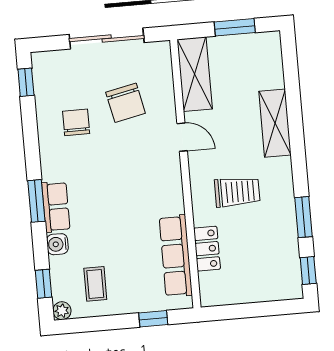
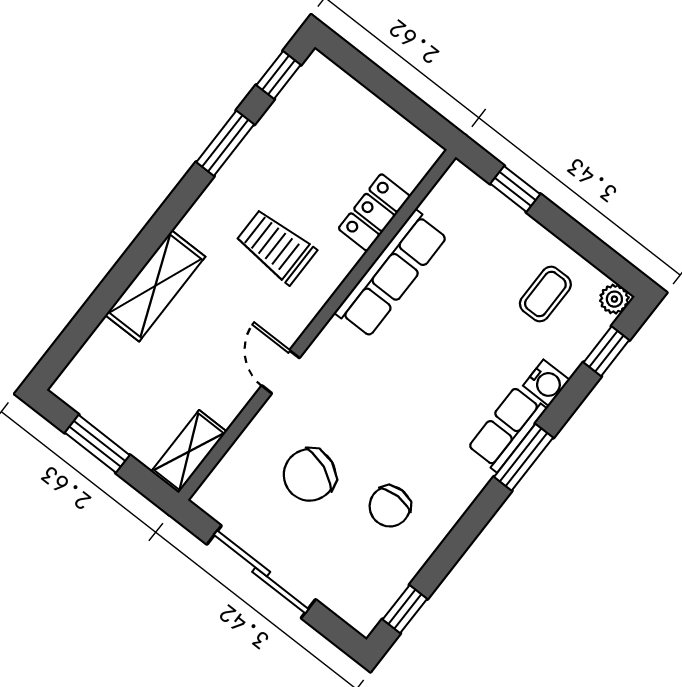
shelving: (195, 74) -> (189, 452), width x0.67, depth x0.75
chair: (126, 103) -> (310, 475), turned -146
row of seats: (176, 256) -> (391, 274), moved

